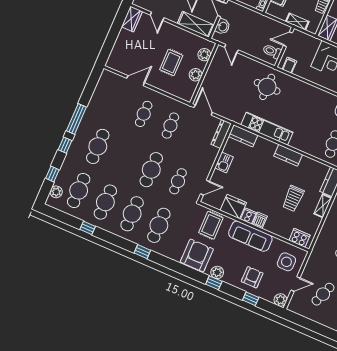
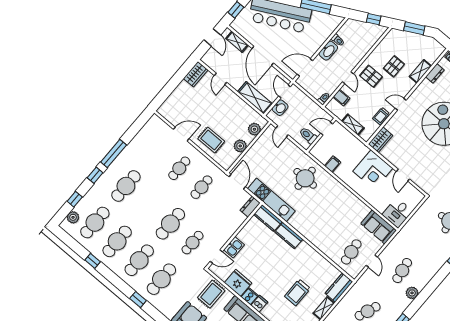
door: (288, 39) -> (327, 129), moved
wall: (284, 47) -> (321, 135), moved
toilet: (272, 51) -> (308, 136), moved
rug: (171, 63) -> (211, 140), moved, turned 90
kitchen unit: (267, 129) -> (271, 200), moved
dresser: (221, 134) -> (250, 207), width x0.70
kitchen counter: (288, 155) -> (289, 236), moved
kitchen sink: (224, 162) -> (234, 247), moved

